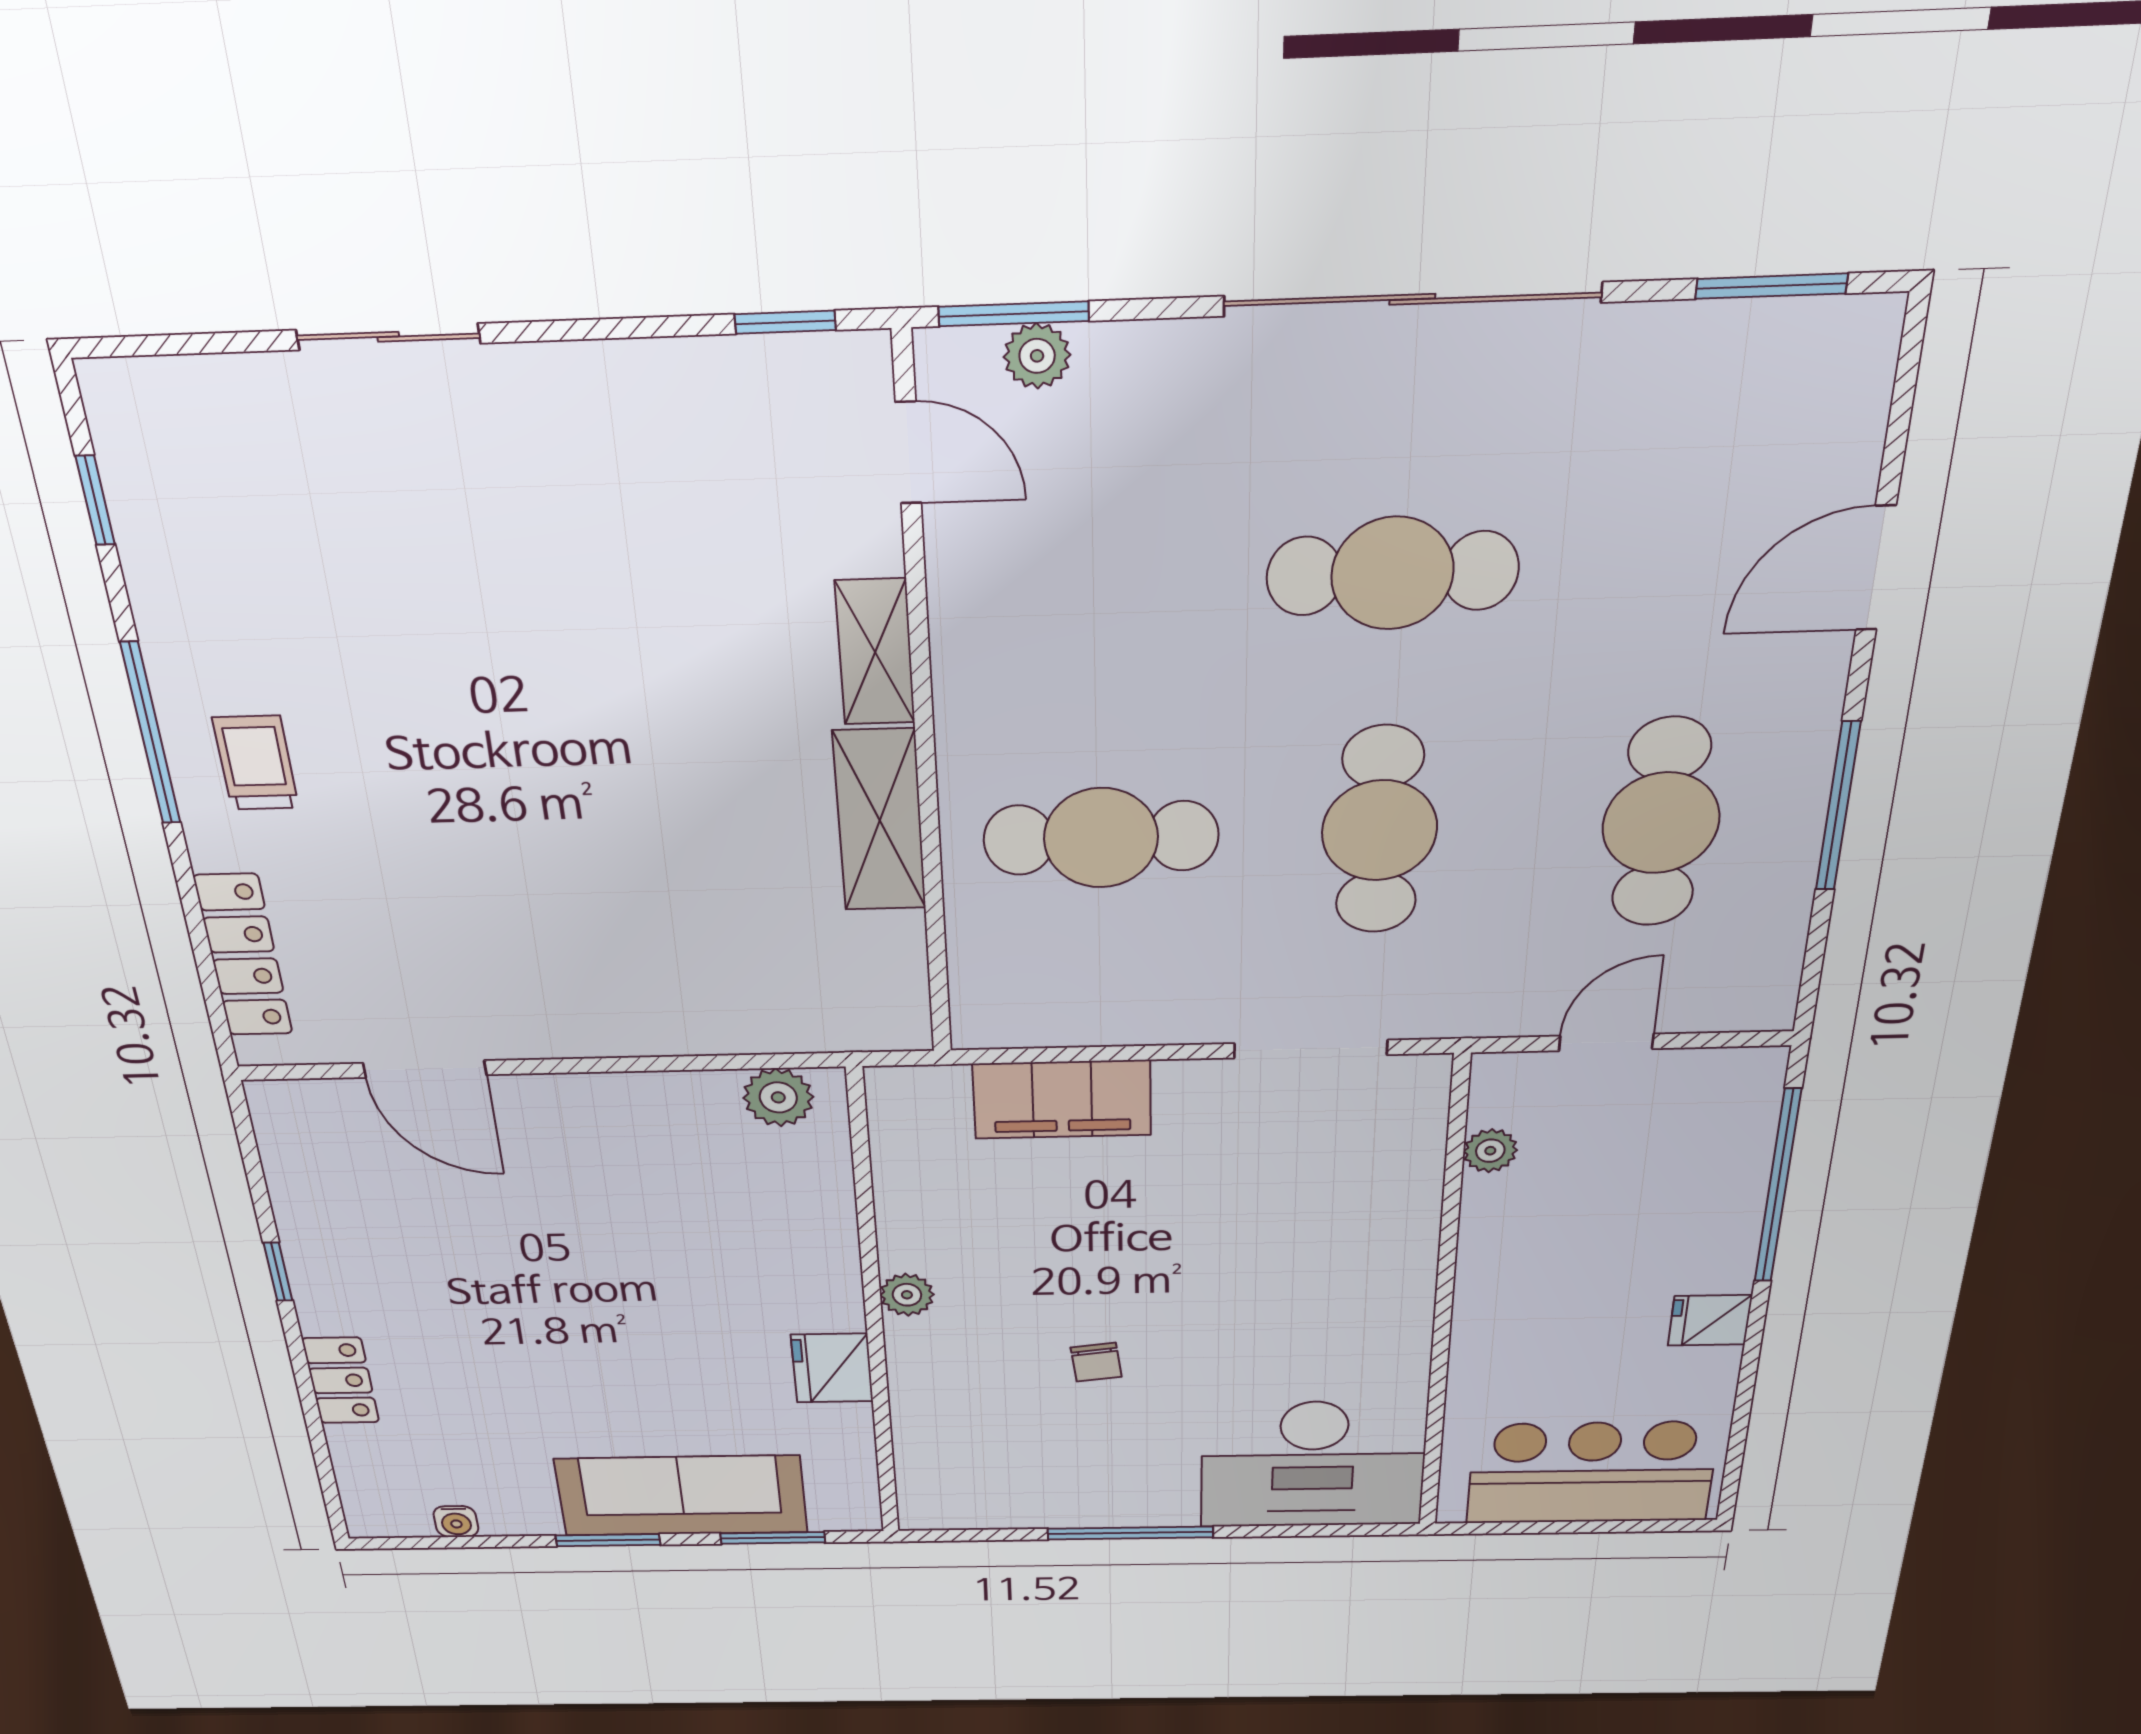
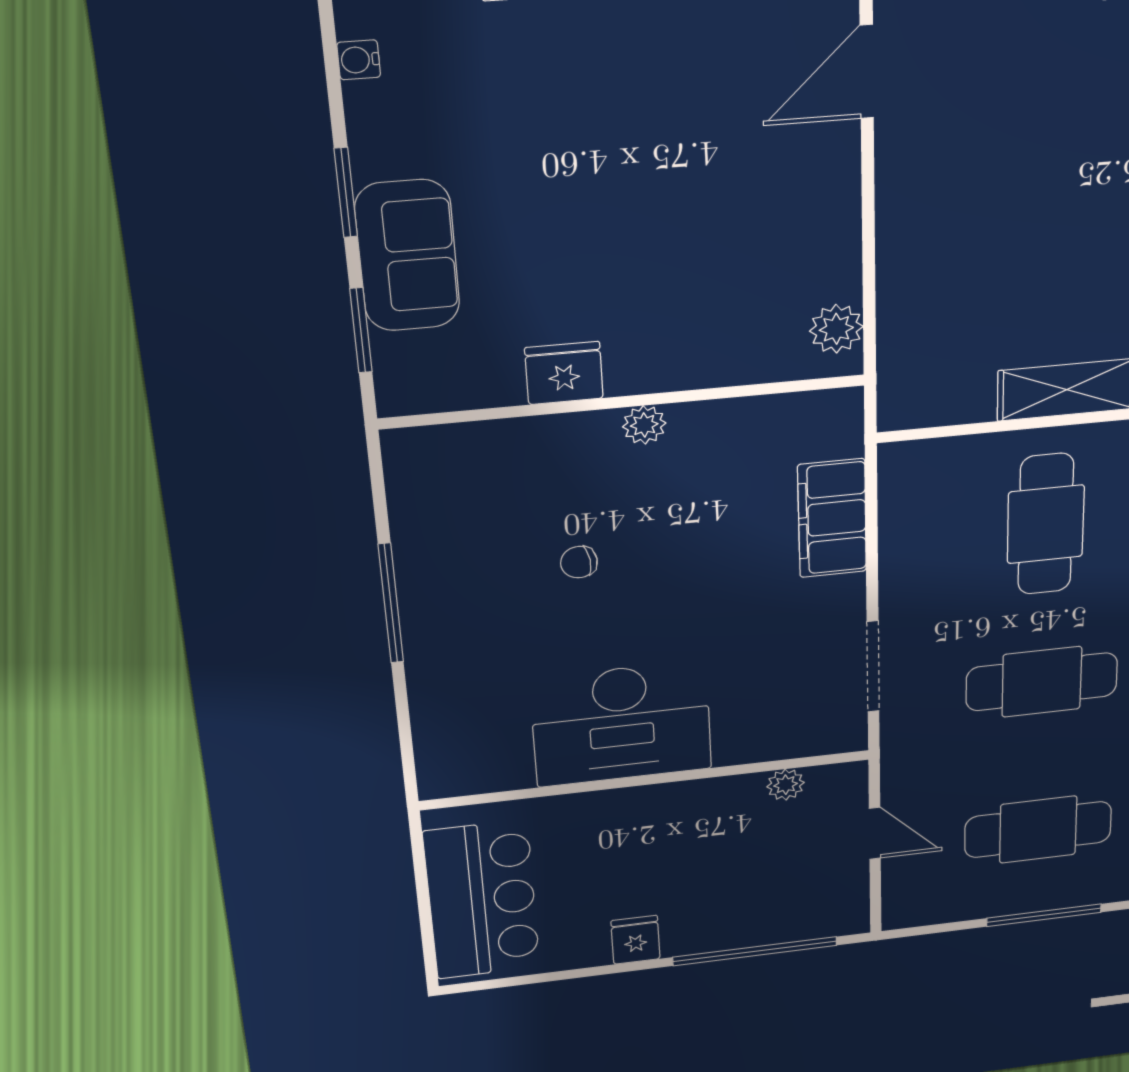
desk: (1313, 1464) -> (621, 724), moved, turned -90
sofa: (681, 1496) -> (408, 256), width x0.73

